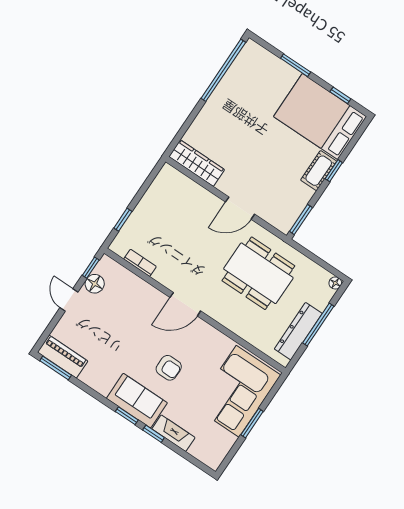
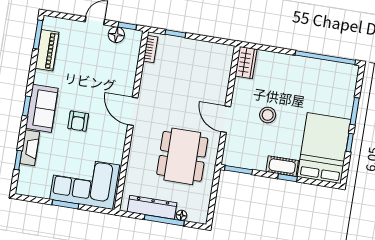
window: (340, 95) -> (350, 143), moved
stool: (256, 161) -> (268, 115), added
wardrobe: (197, 163) -> (246, 63), width x0.67
bookcase: (140, 263) -> (150, 49), moved
floor lamp: (335, 283) -> (181, 215), moved
piano: (63, 357) -> (47, 50), moved
window: (154, 434) -> (18, 160), moved

